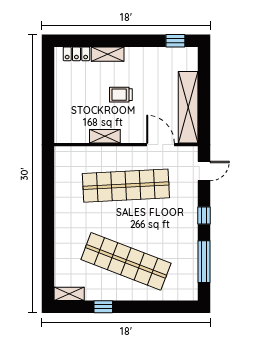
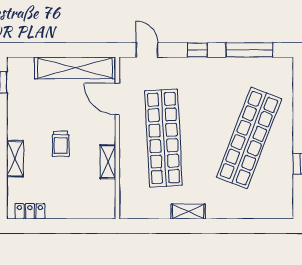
locker: (76, 54) -> (30, 211), moved, turned -90
door: (160, 145) -> (117, 99), hinge flipped
shelving: (69, 294) -> (188, 212), moved, turned 90

